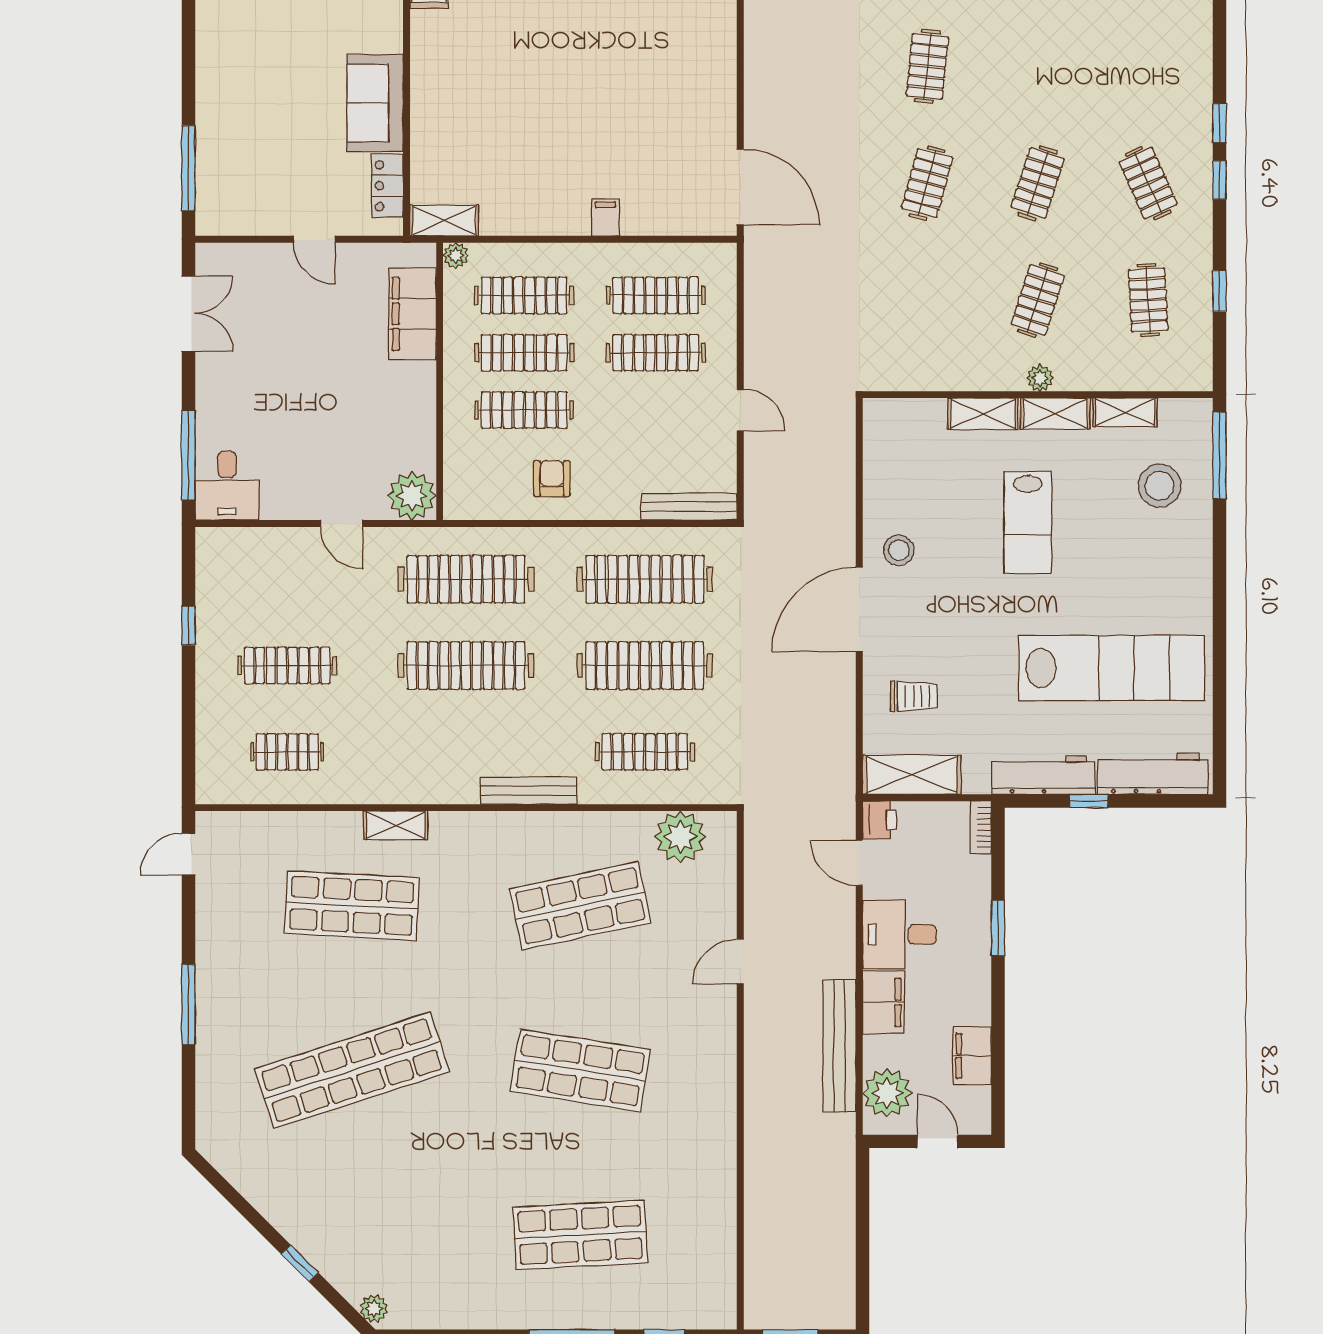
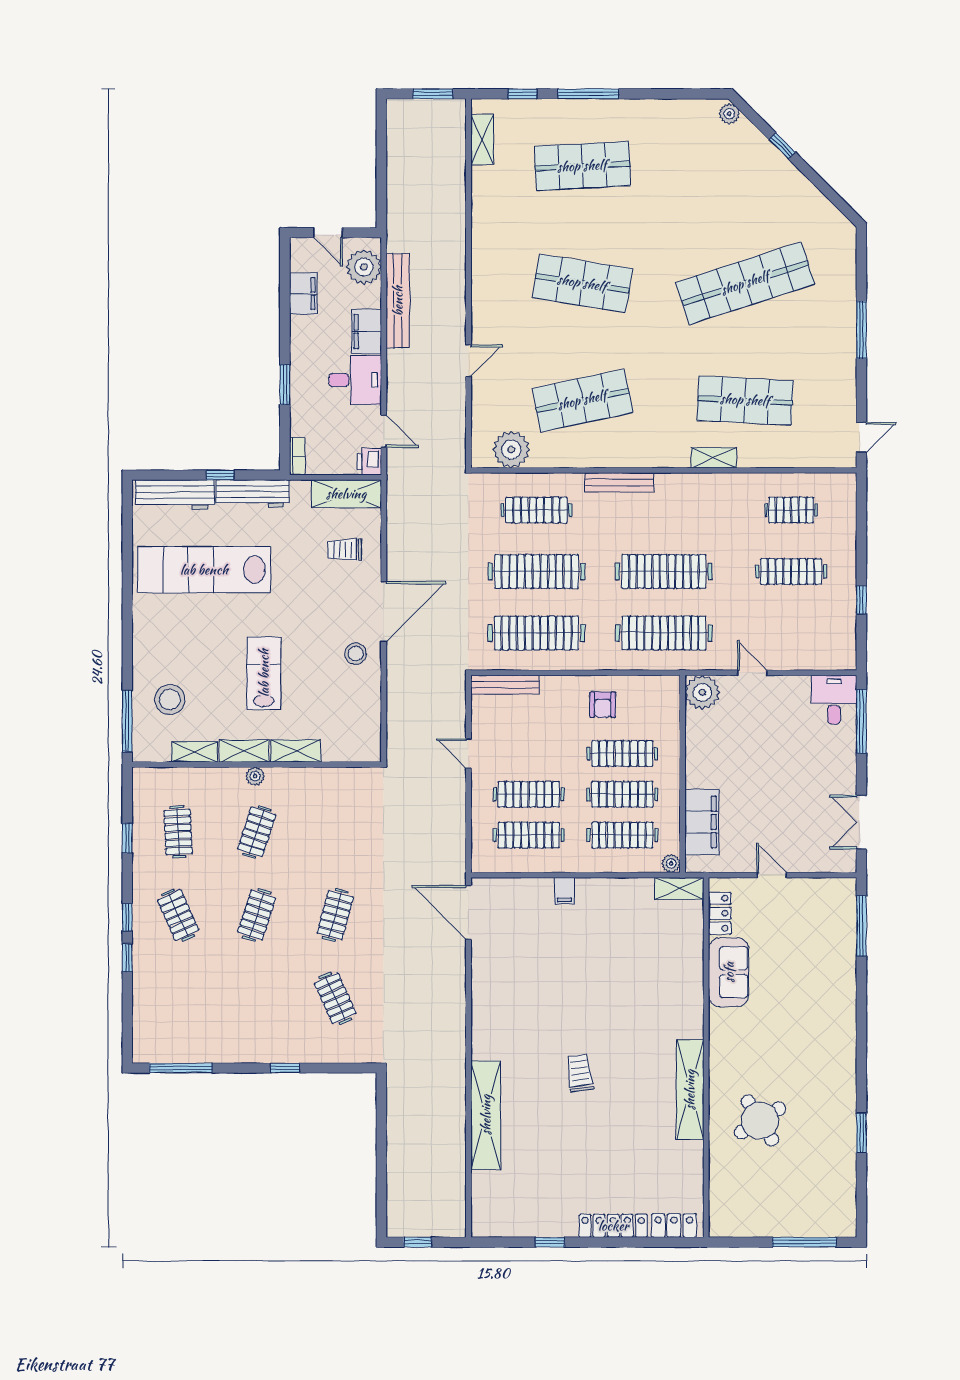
clothes rail: (927, 66) -> (335, 998), turned -30
shelving: (721, 1272) -> (482, 140), added

